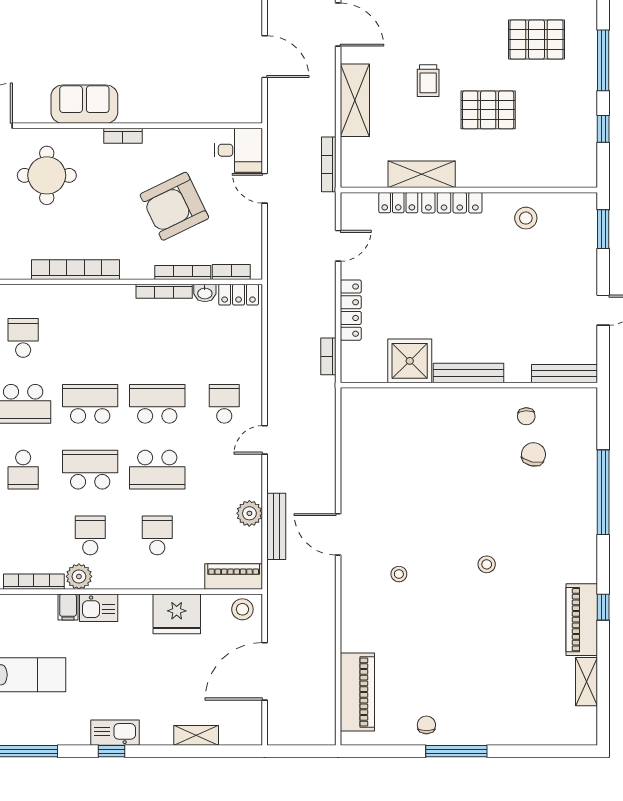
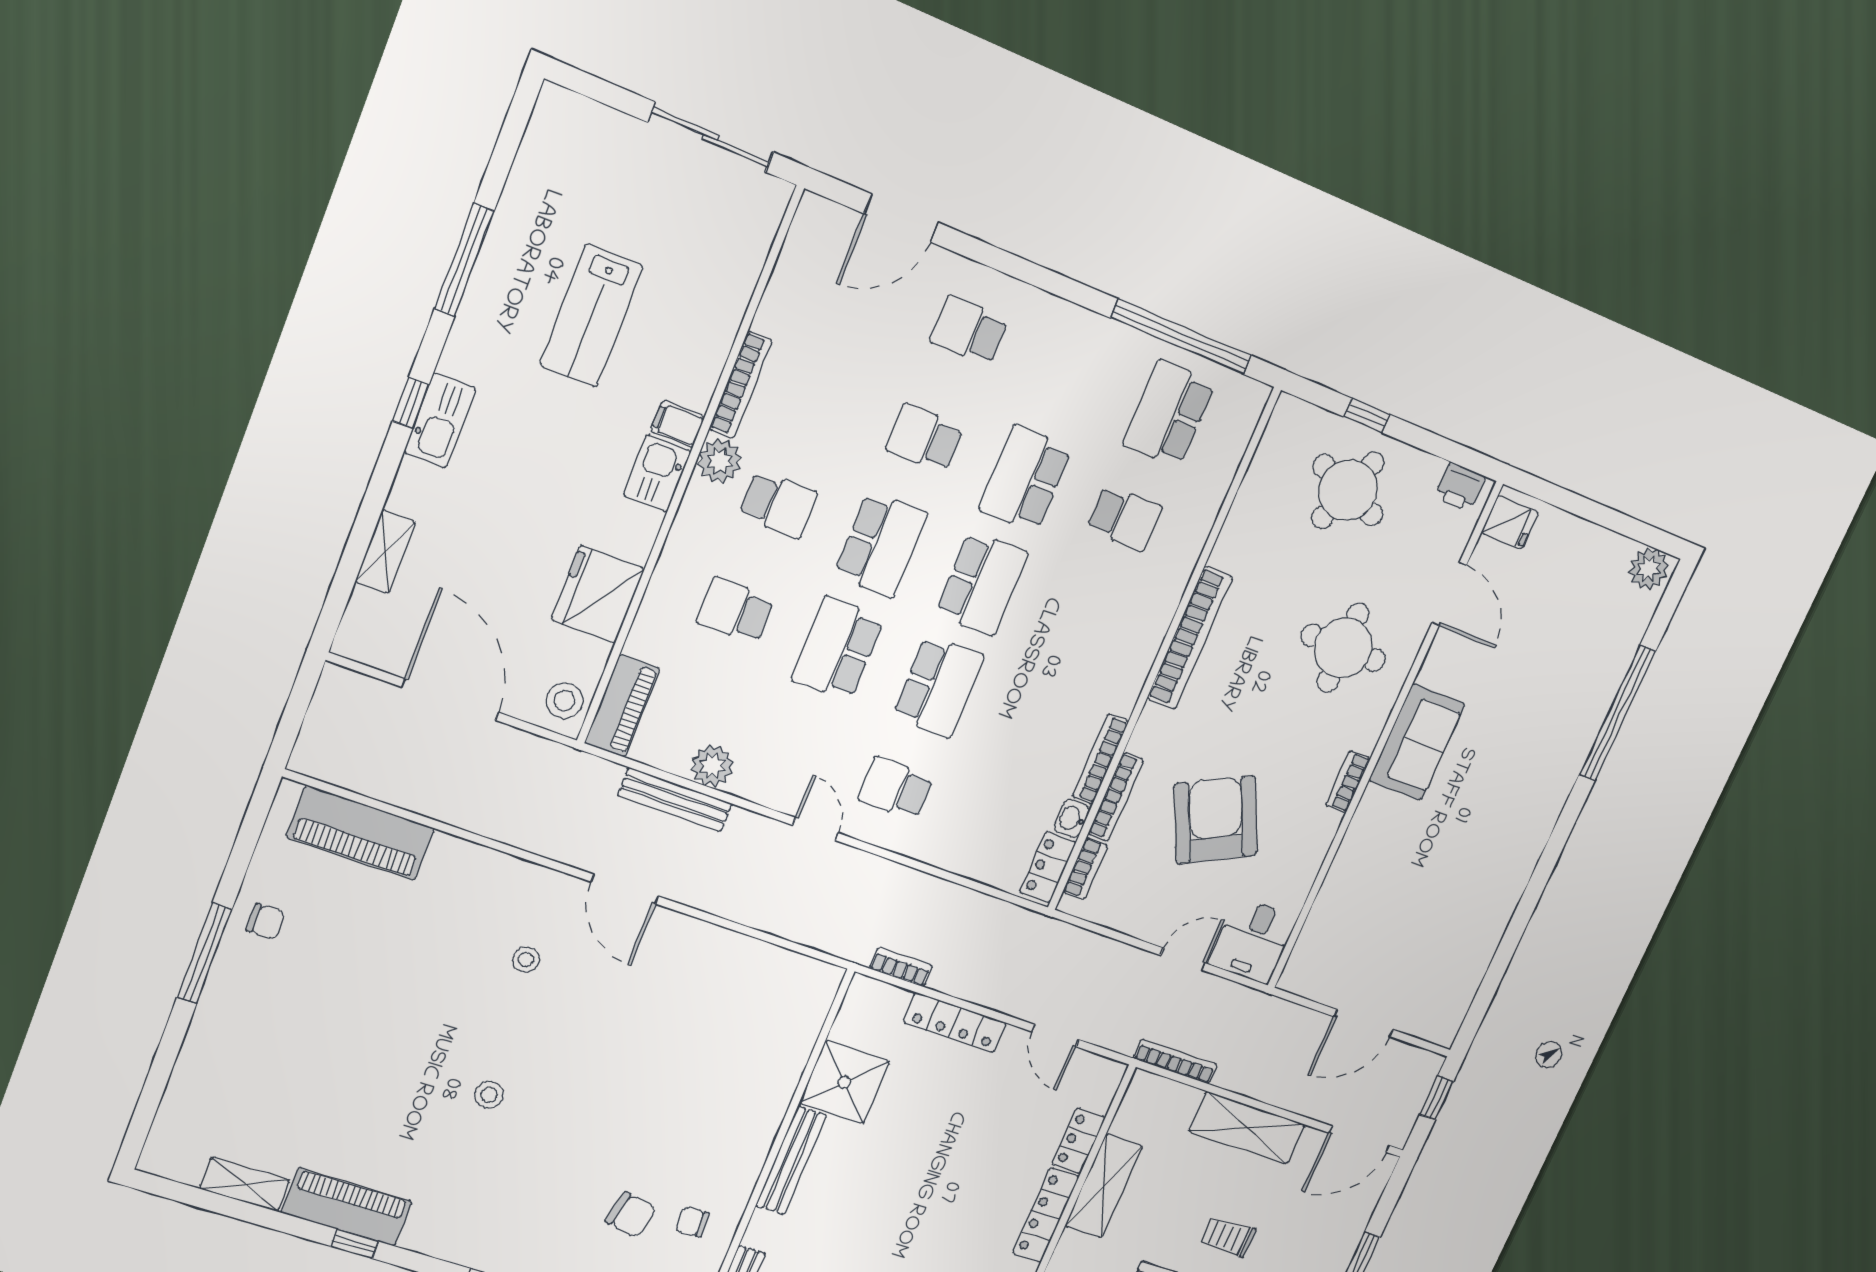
school desk: (224, 404) -> (896, 788), turned 180
door: (338, 534) -> (625, 889), swing flipped
school desk: (157, 535) -> (735, 610), turned 180

